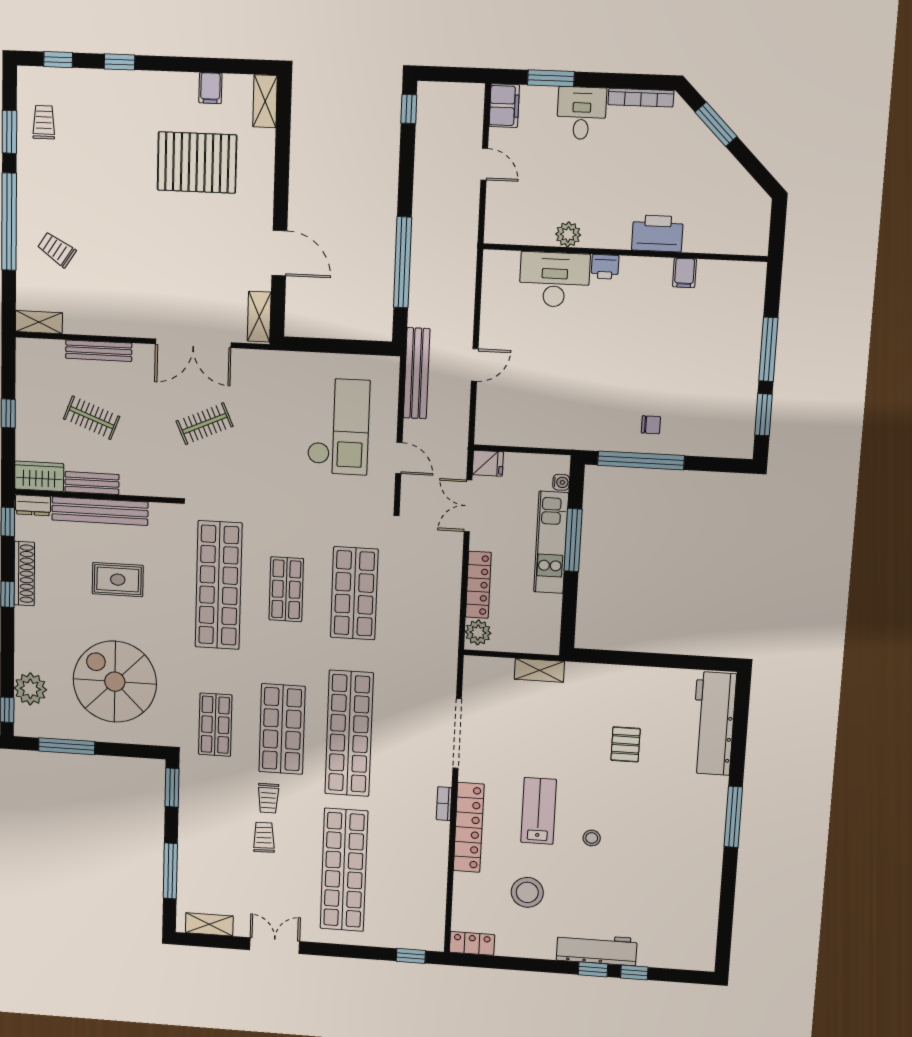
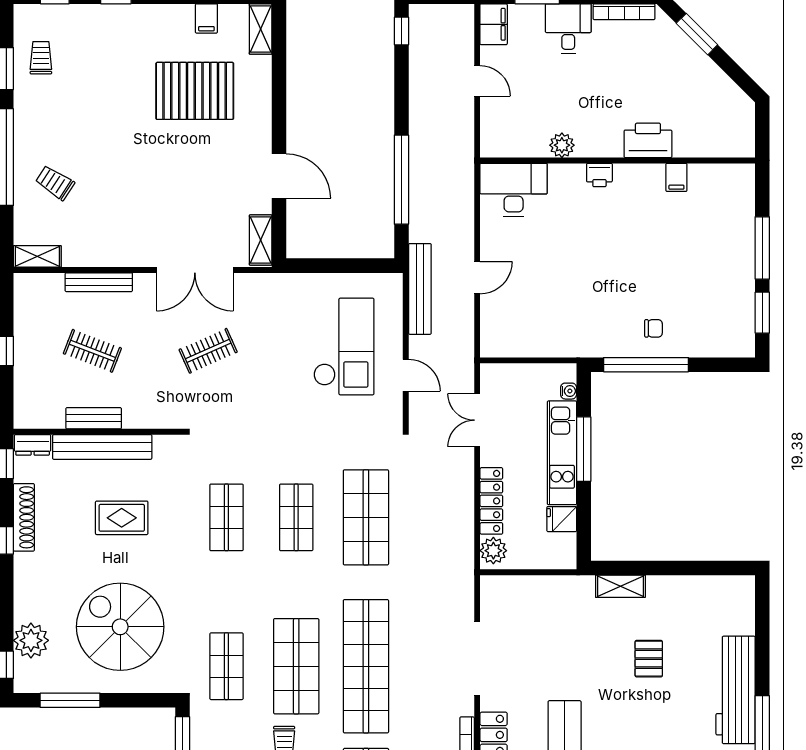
desk: (554, 280) -> (514, 190), moved
fridge: (488, 463) -> (562, 519), moved, turned 180
wardrobe: (39, 476) -> (39, 414), removed
shop shelf: (219, 585) -> (226, 517), width x0.50, depth x0.74
shelving: (539, 670) -> (620, 586), moved
workbench: (713, 724) -> (736, 690), moved

